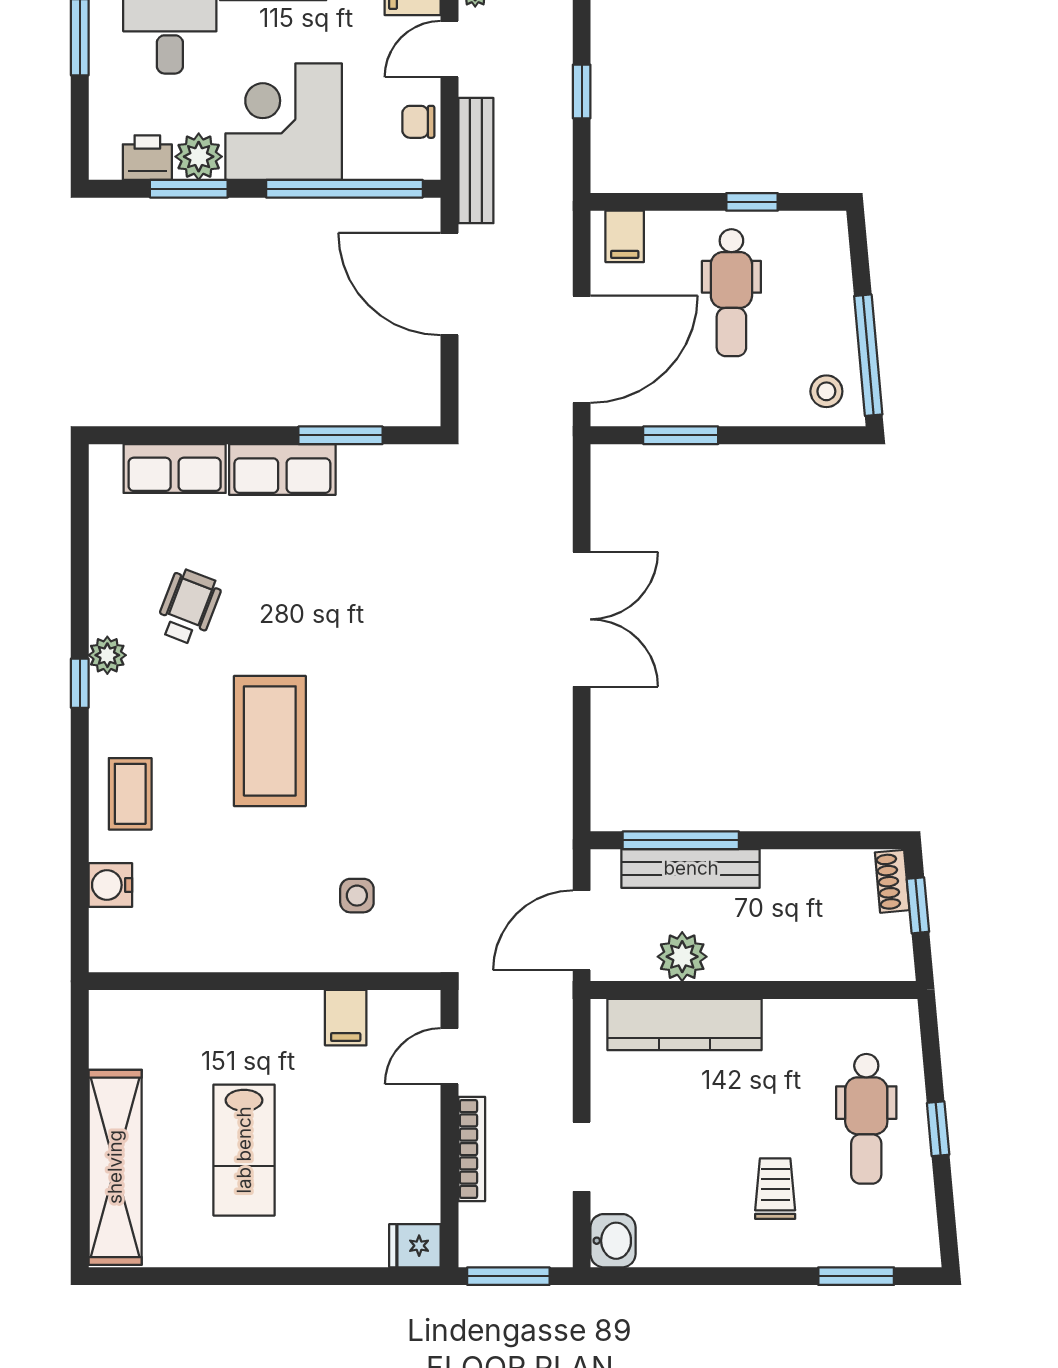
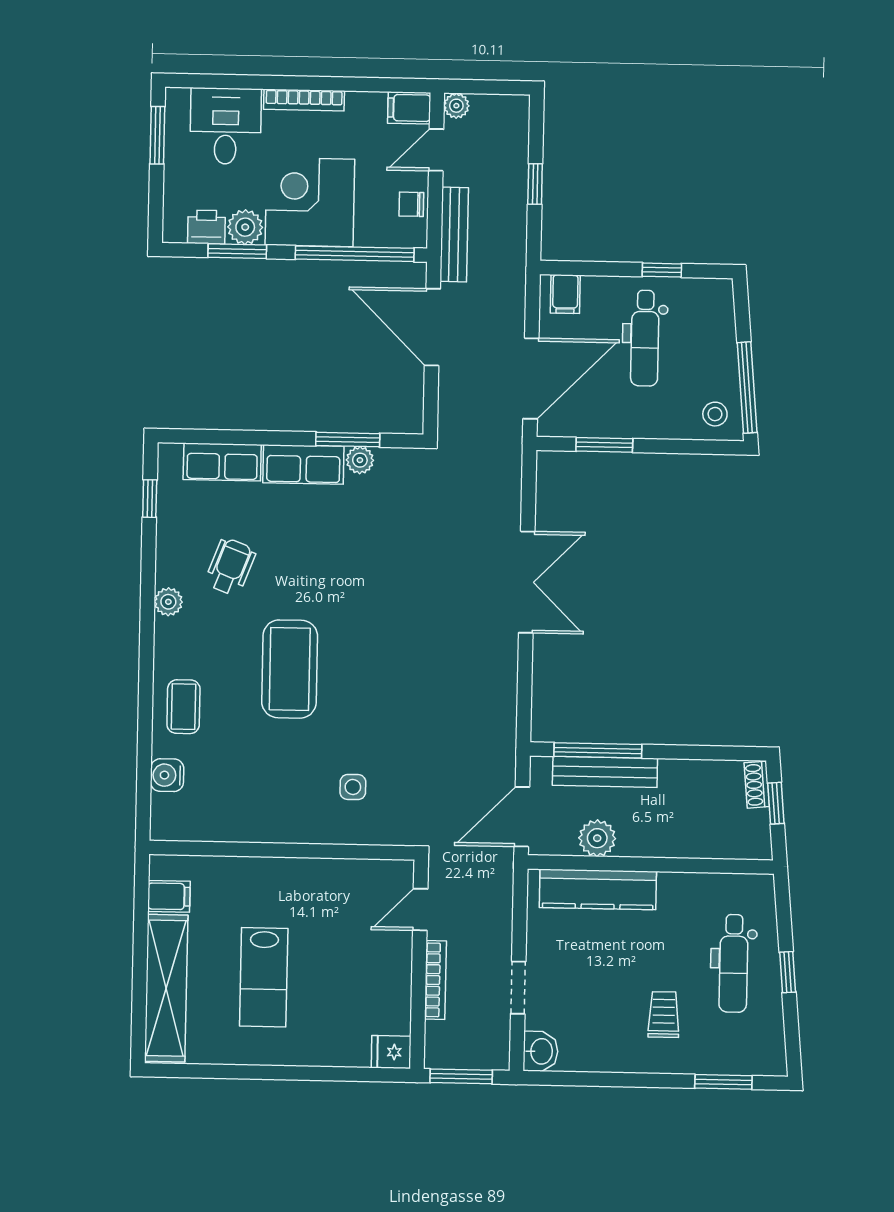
plant: (357, 462) -> (360, 460), added
window: (80, 683) -> (150, 499), moved
filing cabinet: (346, 1018) -> (169, 896), moved, turned -90

